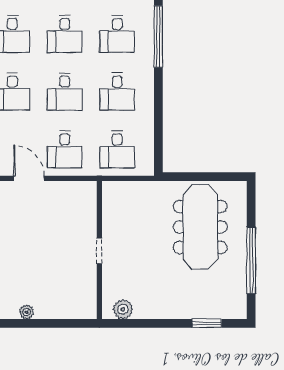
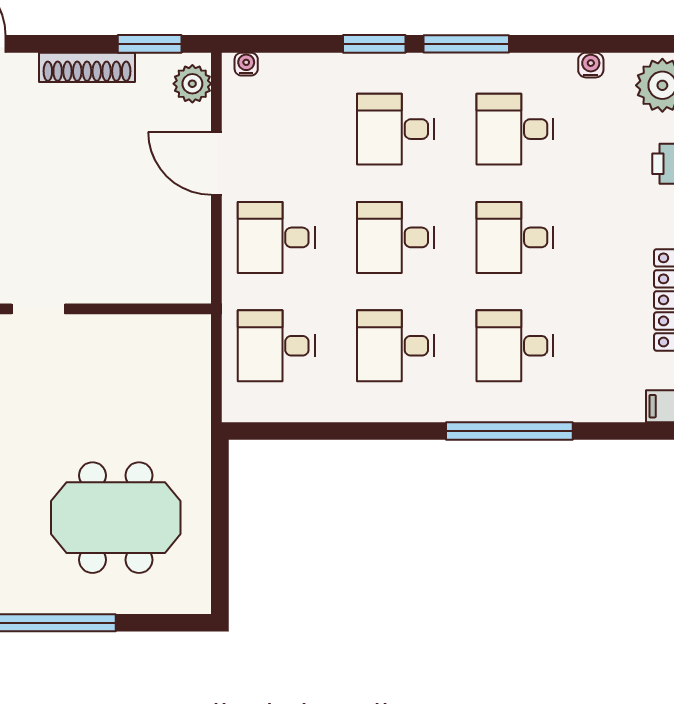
door: (29, 178) -> (216, 163), swing flipped
meeting table: (200, 227) -> (116, 518), width x0.73
doorway: (99, 251) -> (38, 309), moved

